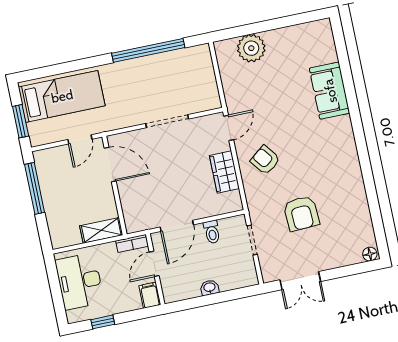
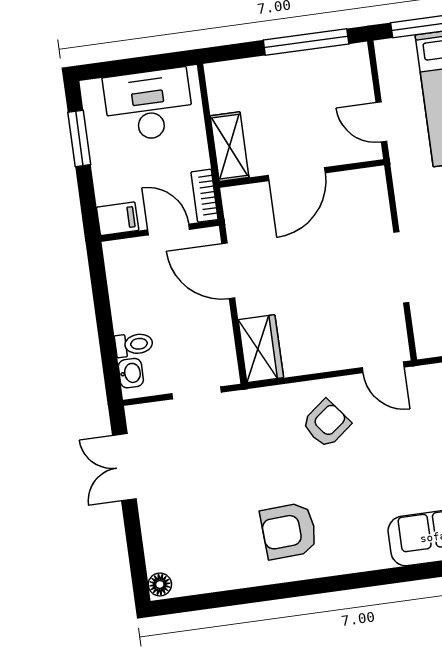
door: (110, 164) -> (297, 174), moved
wardrobe: (224, 172) -> (261, 349), moved, turned 90
armchair: (301, 213) -> (289, 531), moved
toilet: (212, 232) -> (134, 344), moved, turned 180
washbasin: (210, 288) -> (131, 373), moved
window: (103, 322) -> (79, 138), width x1.50

